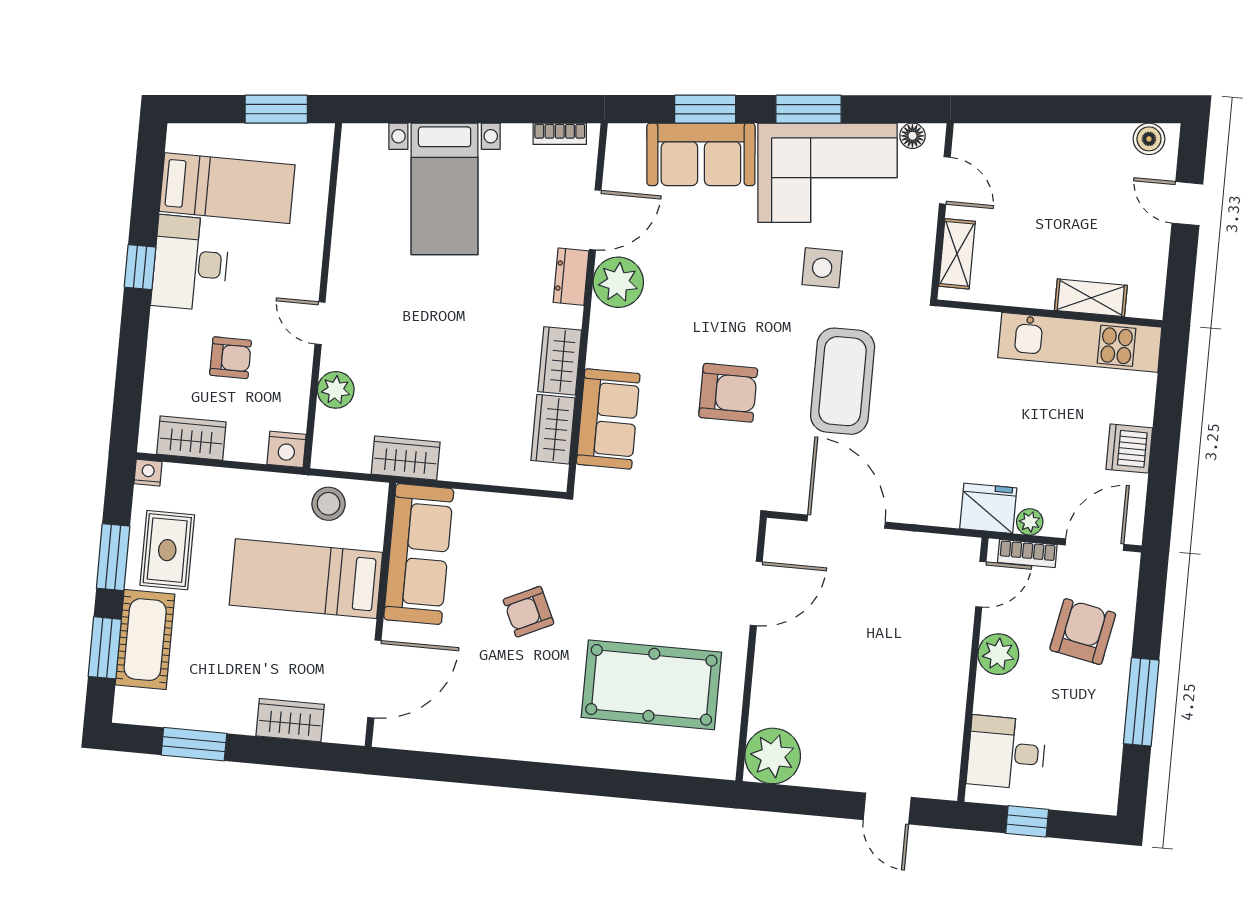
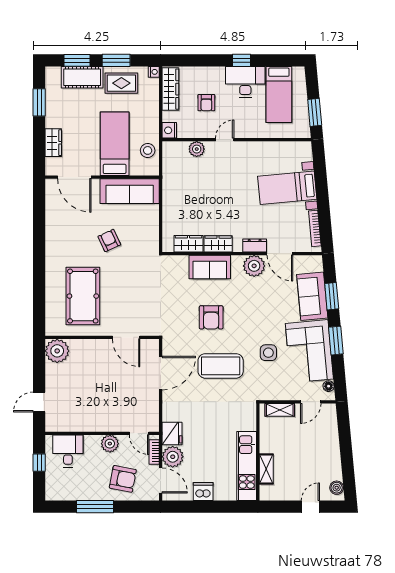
bookcase: (560, 134) -> (315, 228), width x1.56
sofa: (608, 419) -> (210, 267), moved
wardrobe: (191, 438) -> (170, 89), width x1.50
wardrobe: (406, 458) -> (170, 182), removed
plant: (1030, 522) -> (173, 457), width x1.87, depth x1.87

